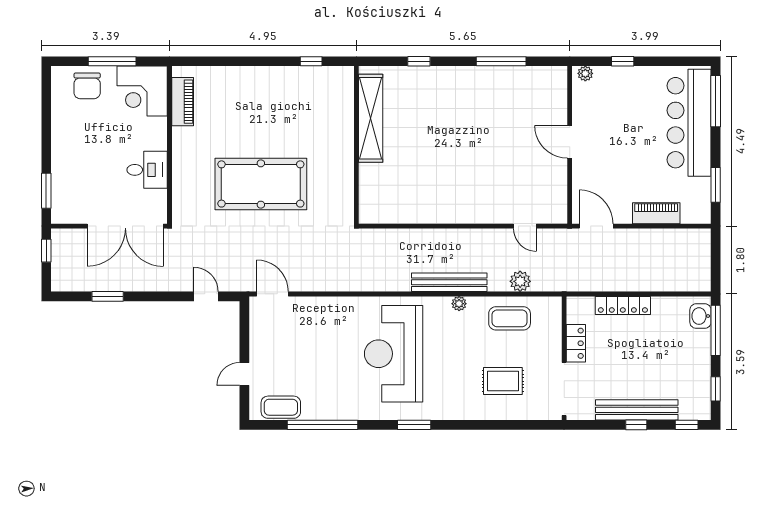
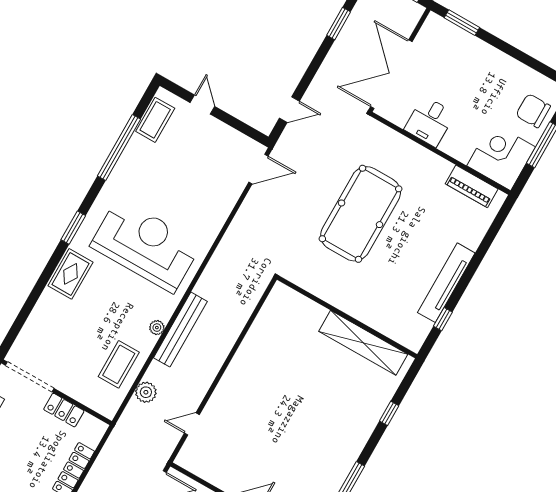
tv unit: (278, 76) -> (446, 283), added
rug: (503, 381) -> (70, 274), moved

